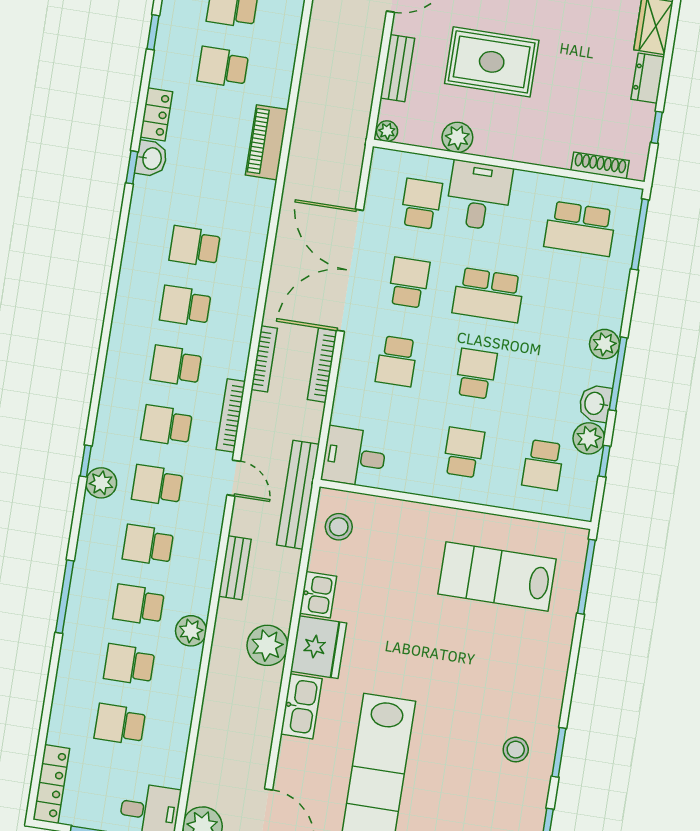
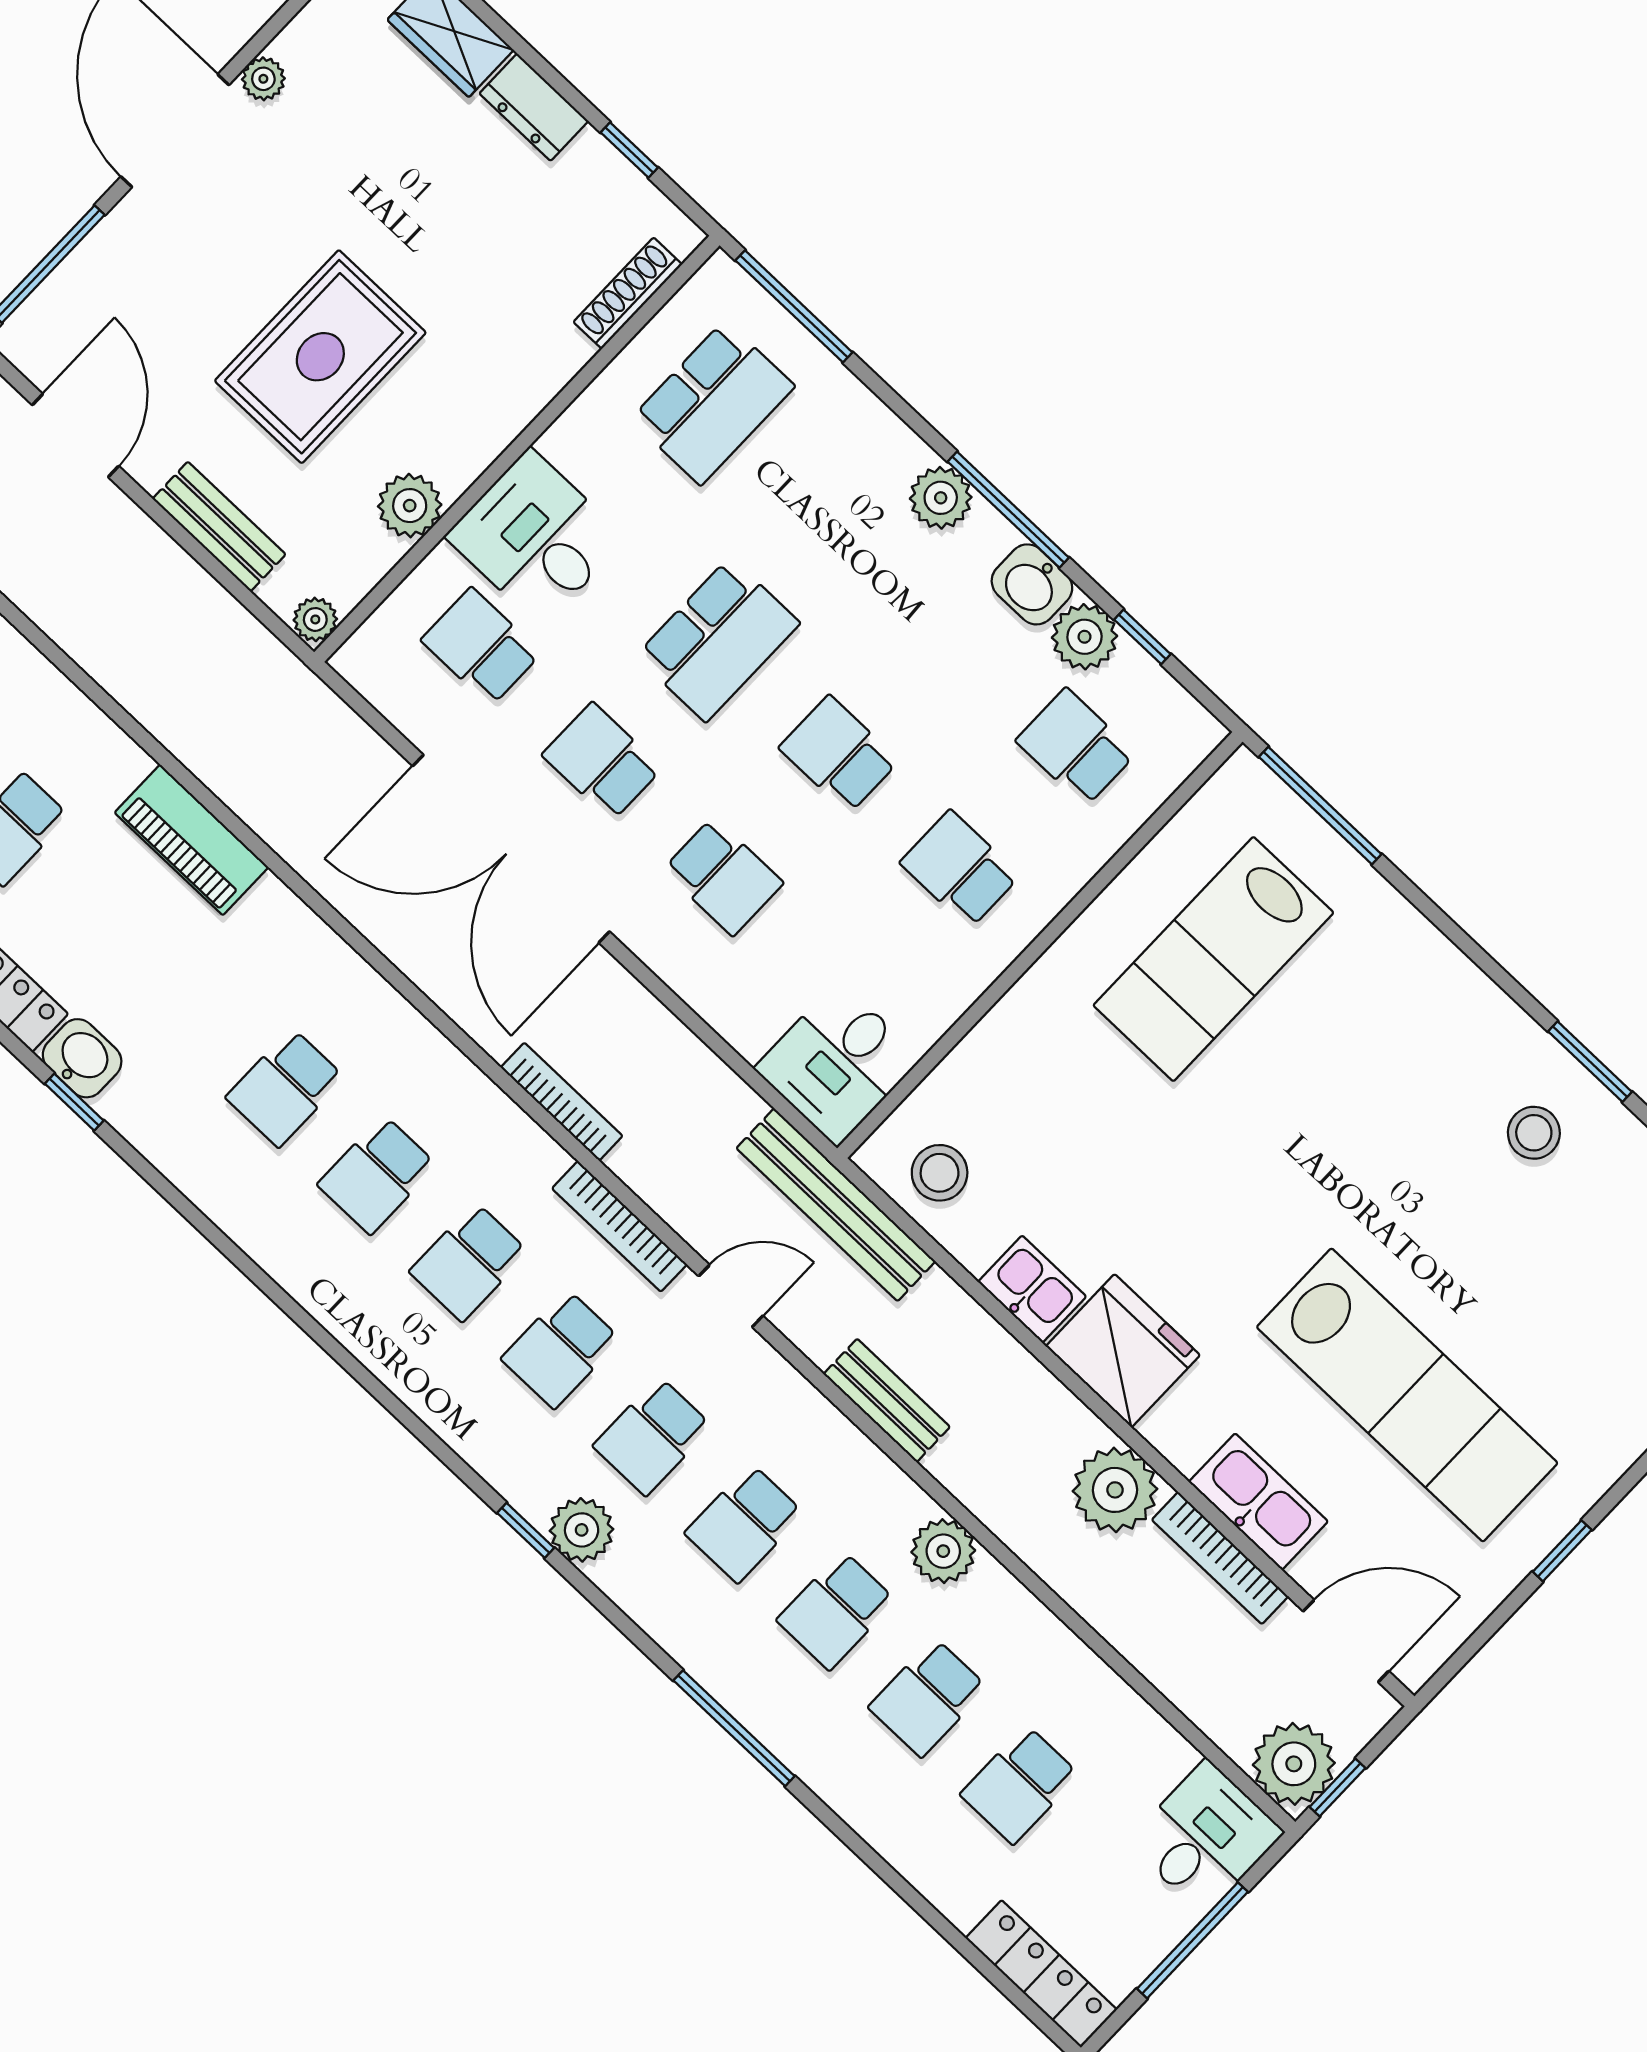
bookcase: (322, 365) -> (1220, 1558), moved
school desk: (543, 465) -> (1076, 747), turned 180
plant: (267, 645) -> (1115, 1490), moved
kitchen sink: (301, 706) -> (1258, 1502), moved

